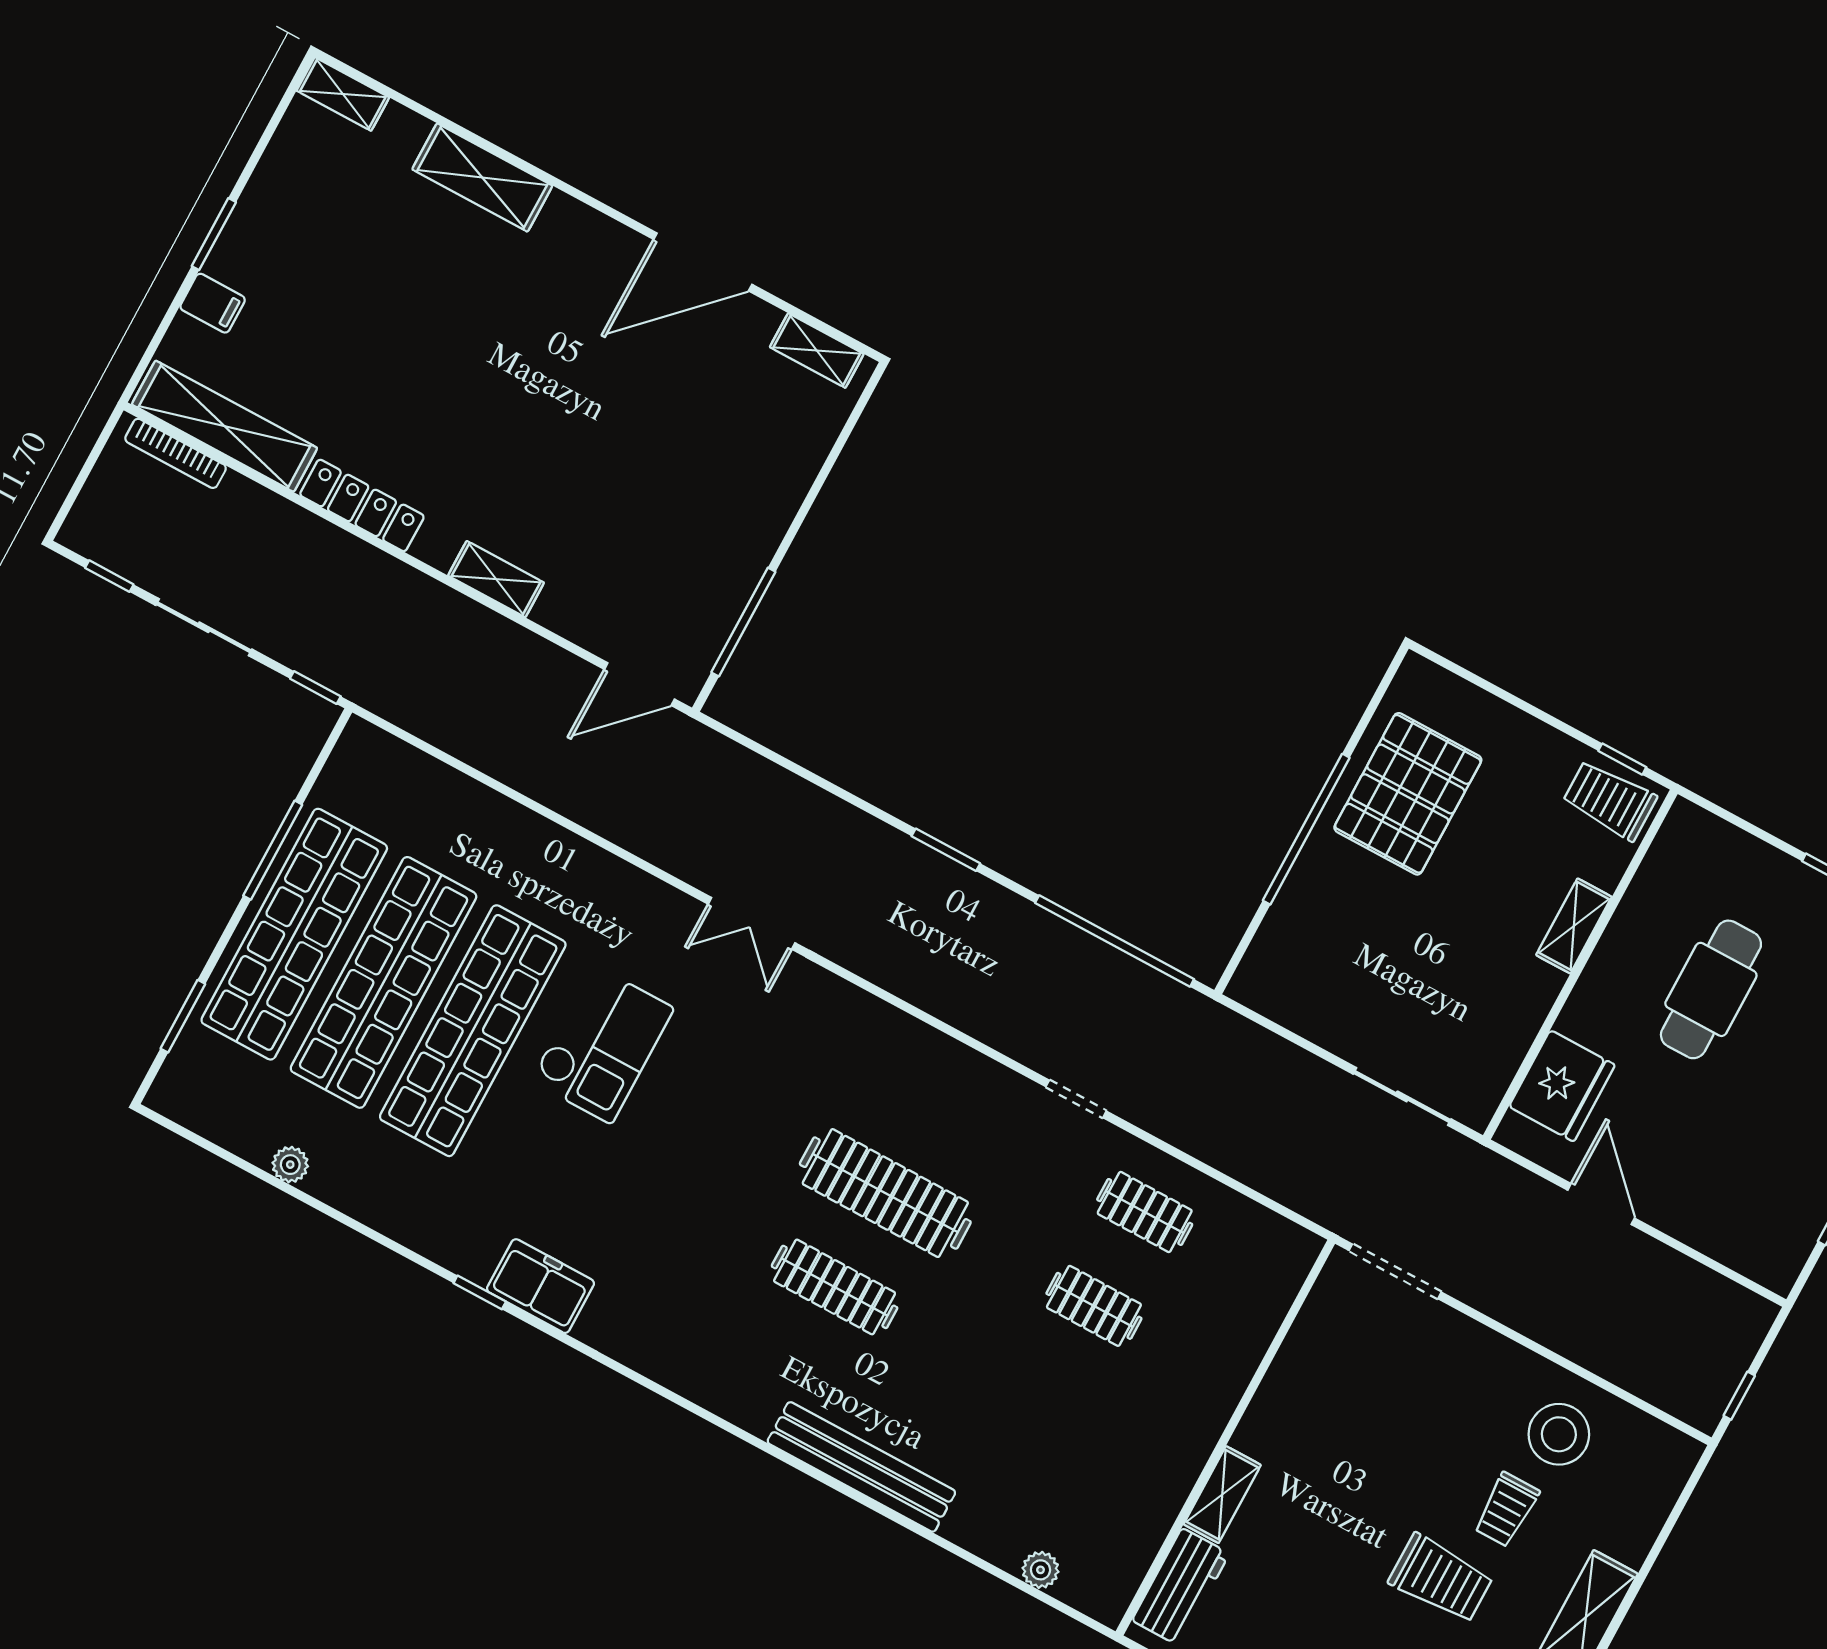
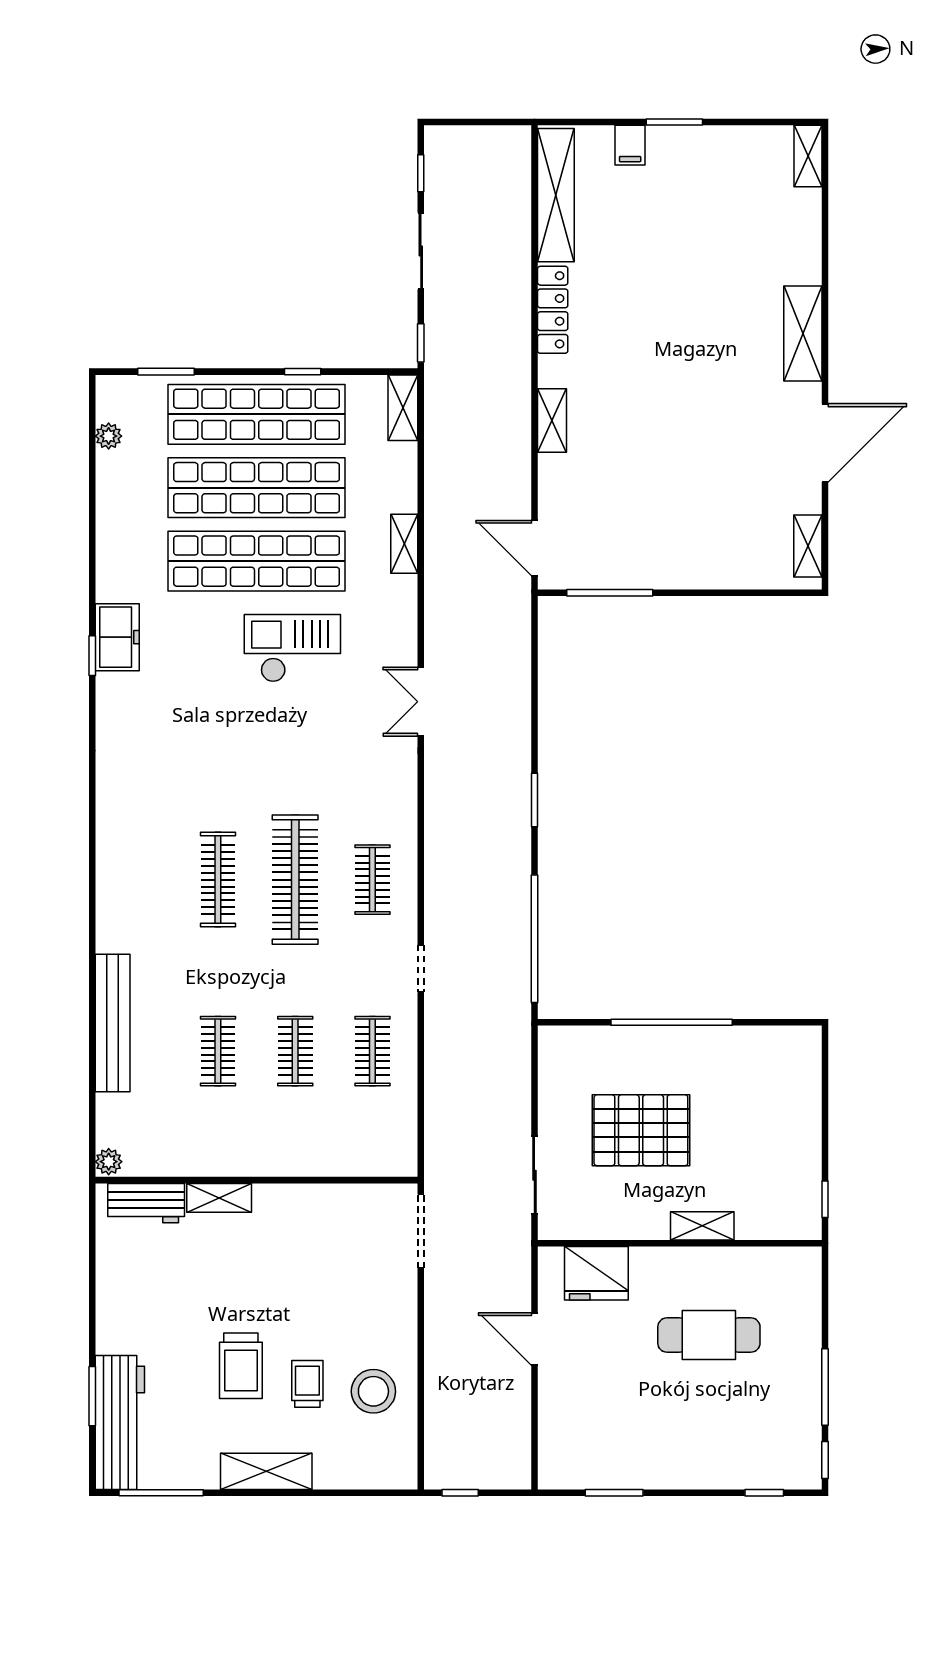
shelving: (482, 178) -> (803, 334), moved
door: (703, 262) -> (825, 443), swing flipped
bookcase: (176, 453) -> (522, 173), removed
shelving: (382, 752) -> (403, 408), added
pallet: (1408, 794) -> (641, 1130), moved
trolley: (1610, 800) -> (795, 1205), removed
shelving: (549, 840) -> (404, 544), added
window: (273, 850) -> (303, 372), width x0.46
checkout: (602, 1044) -> (292, 648), turned 180
clothes rail: (936, 1099) -> (372, 880), added
plant: (290, 1165) -> (109, 436), moved
door: (1601, 1204) -> (534, 1339), swing flipped
freezer: (541, 1286) -> (117, 637), moved
clothes rail: (1043, 1400) -> (218, 1051), added
bench: (861, 1467) -> (113, 1023), moved
trolley: (1506, 1510) -> (307, 1384), turned 90
plant: (1040, 1570) -> (109, 1162), moved

